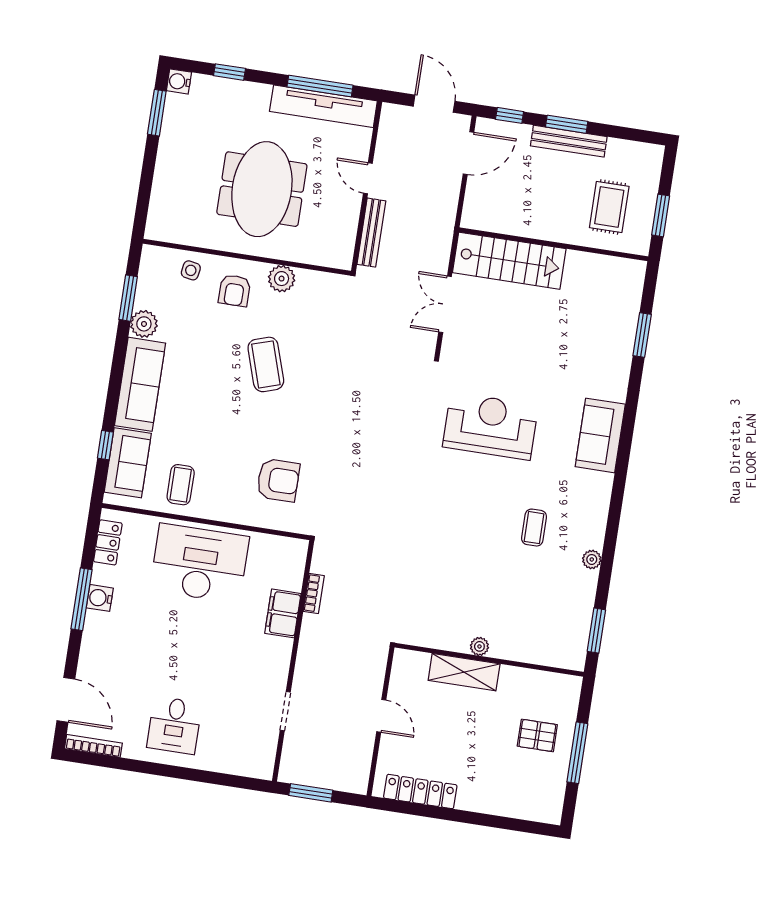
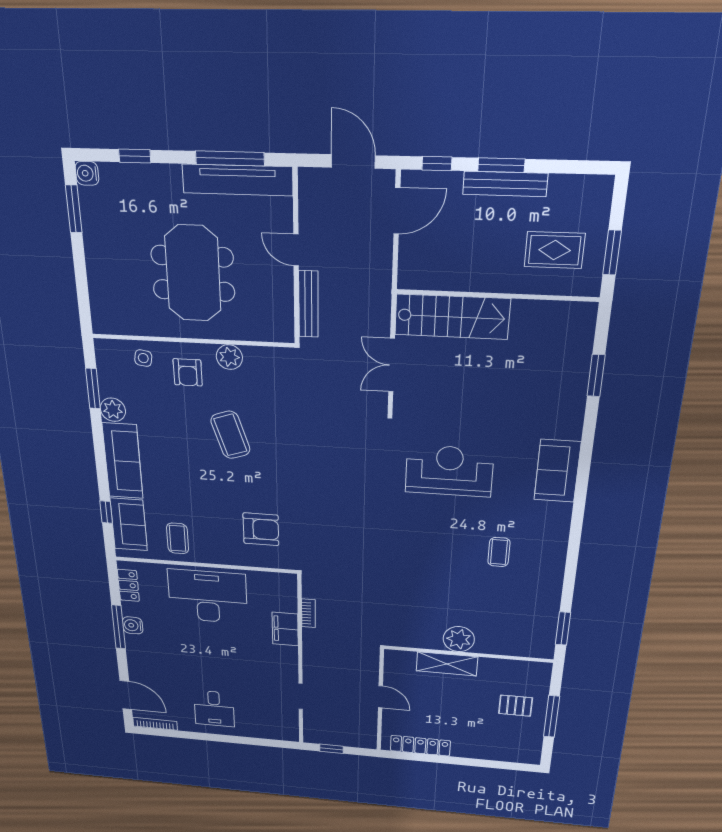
rug: (609, 207) -> (555, 250), turned 90
plant: (592, 559) -> (555, 574), removed
plant: (479, 646) -> (459, 639), width x1.87, depth x1.87
window: (311, 793) -> (331, 749), width x0.67

